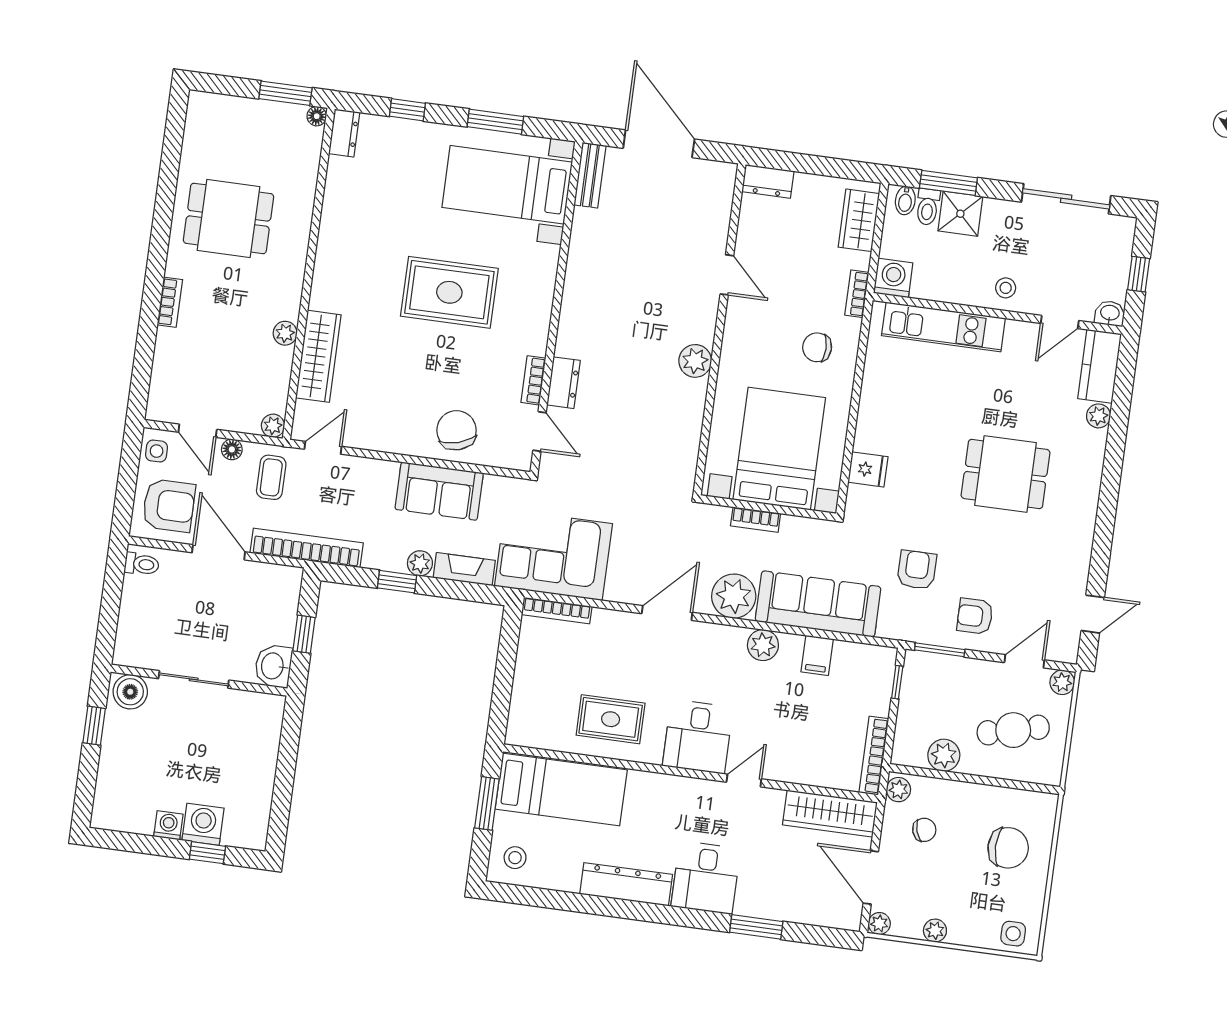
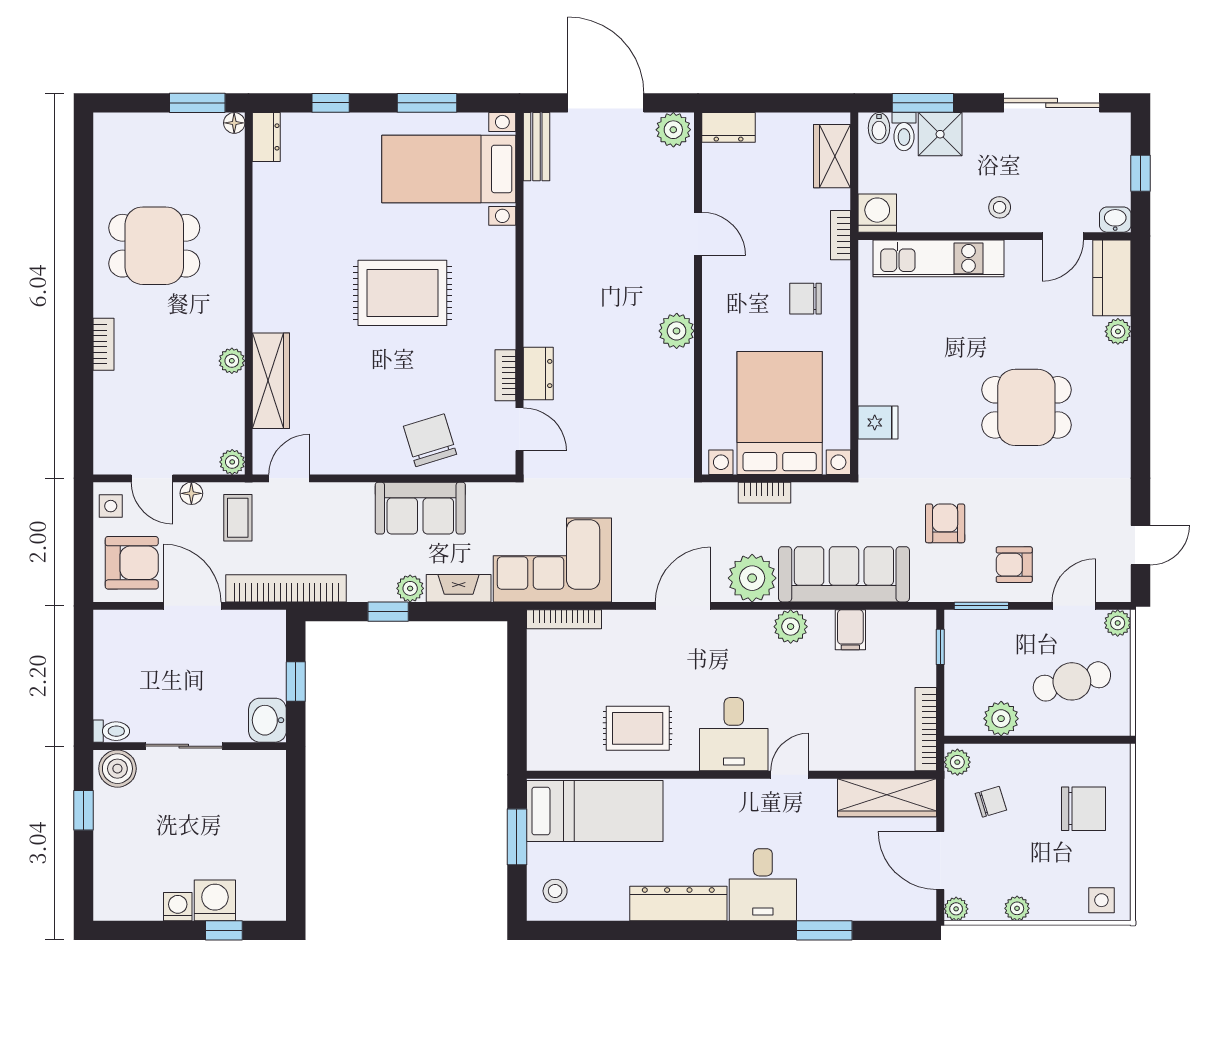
plant: (717, 177) -> (673, 130), added
toilet: (142, 564) -> (111, 731), moved

